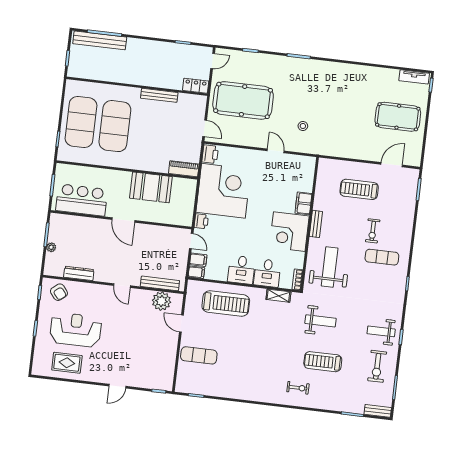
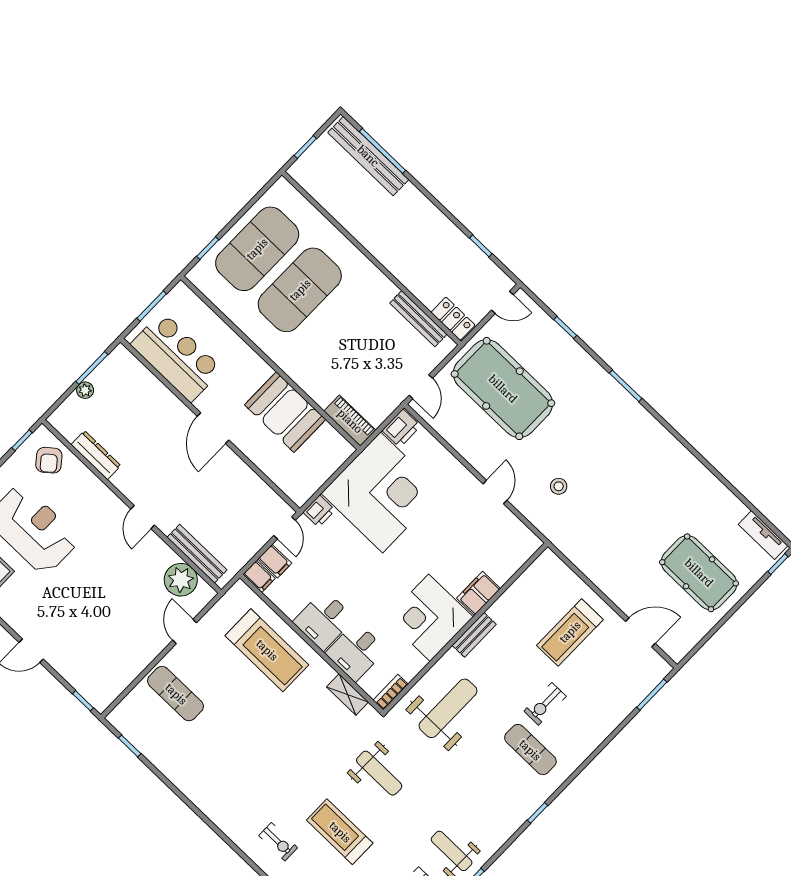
bench: (159, 95) -> (418, 319), moved
treadmill: (359, 189) -> (570, 632), turned -90

